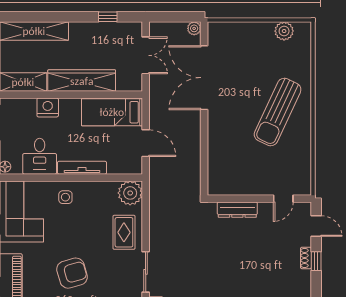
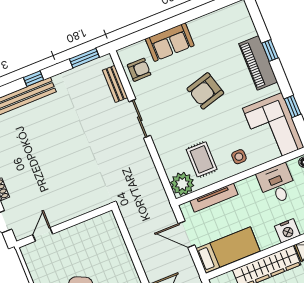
tv unit: (82, 168) -> (214, 198), moved
dresser: (237, 210) -> (80, 208), removed
rug: (124, 232) -> (202, 159), moved

